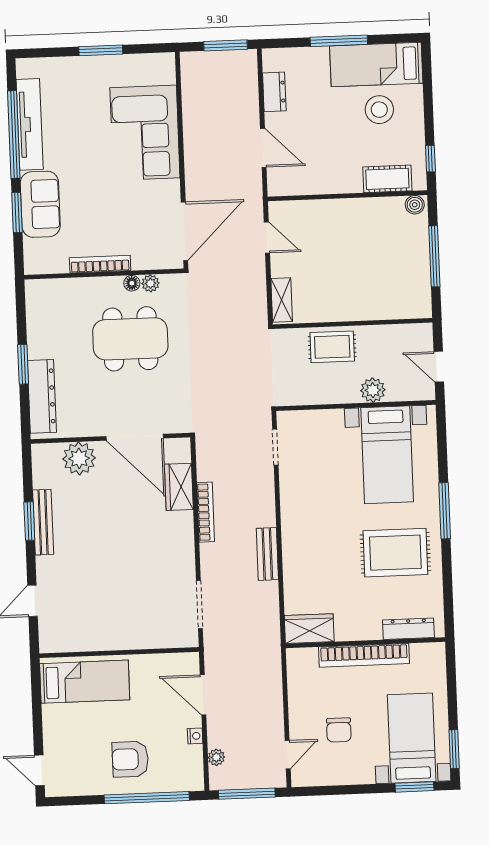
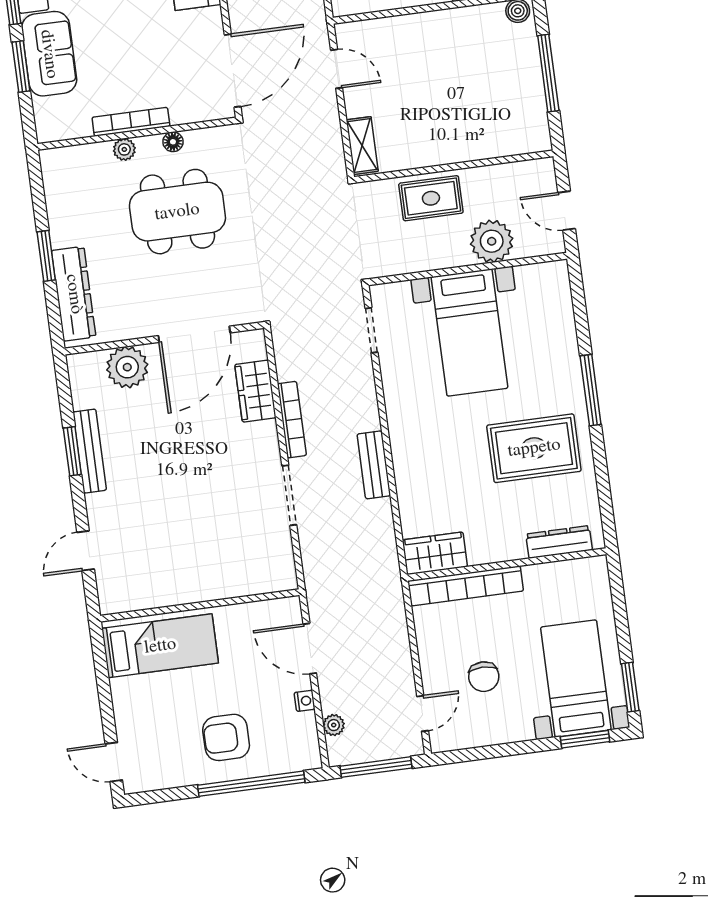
plant: (150, 283) -> (124, 149), moved
plant: (373, 390) -> (492, 241), width x1.36, depth x1.36
door: (135, 437) -> (194, 334), hinge flipped
bed with nightstands: (387, 455) -> (469, 333), moved
doorway: (199, 604) -> (289, 495), moved
bookcase: (364, 655) -> (466, 586), moved

